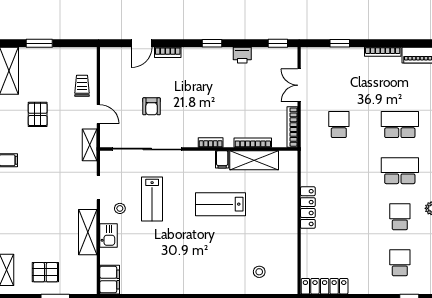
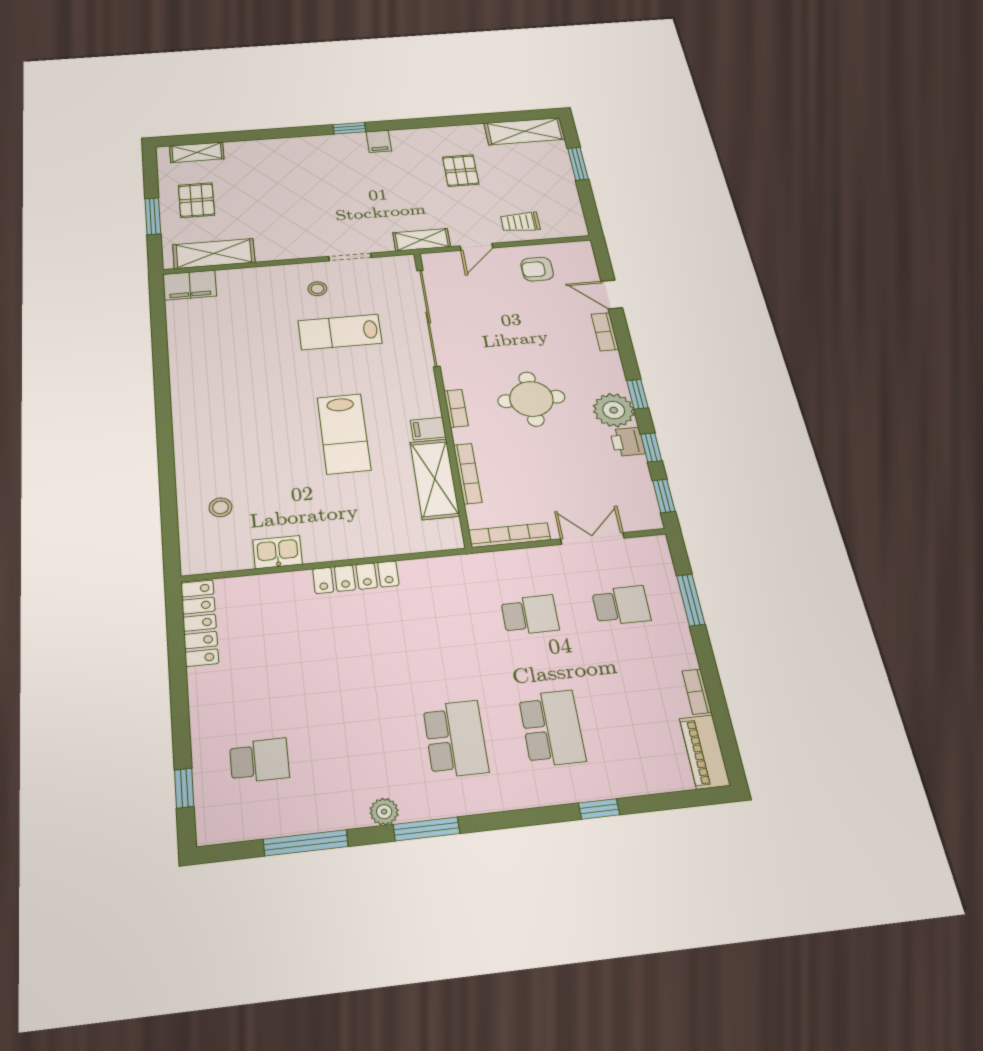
window: (247, 43) -> (651, 447), added
window: (340, 43) -> (691, 600), width x1.50
bookcase: (383, 52) -> (697, 692), width x0.64
plant: (221, 58) -> (614, 410), added
trolley: (82, 86) -> (520, 222), turned 180
round table: (209, 101) -> (531, 399), added
armchair: (152, 106) -> (537, 269), moved
pallet: (38, 114) -> (461, 171), turned 90
lab bench: (220, 204) -> (344, 434), turned 180
school desk: (400, 217) -> (621, 605), moved
shelving: (88, 232) -> (214, 254), moved
kitchen sink: (108, 236) -> (278, 552), moved, turned 180

